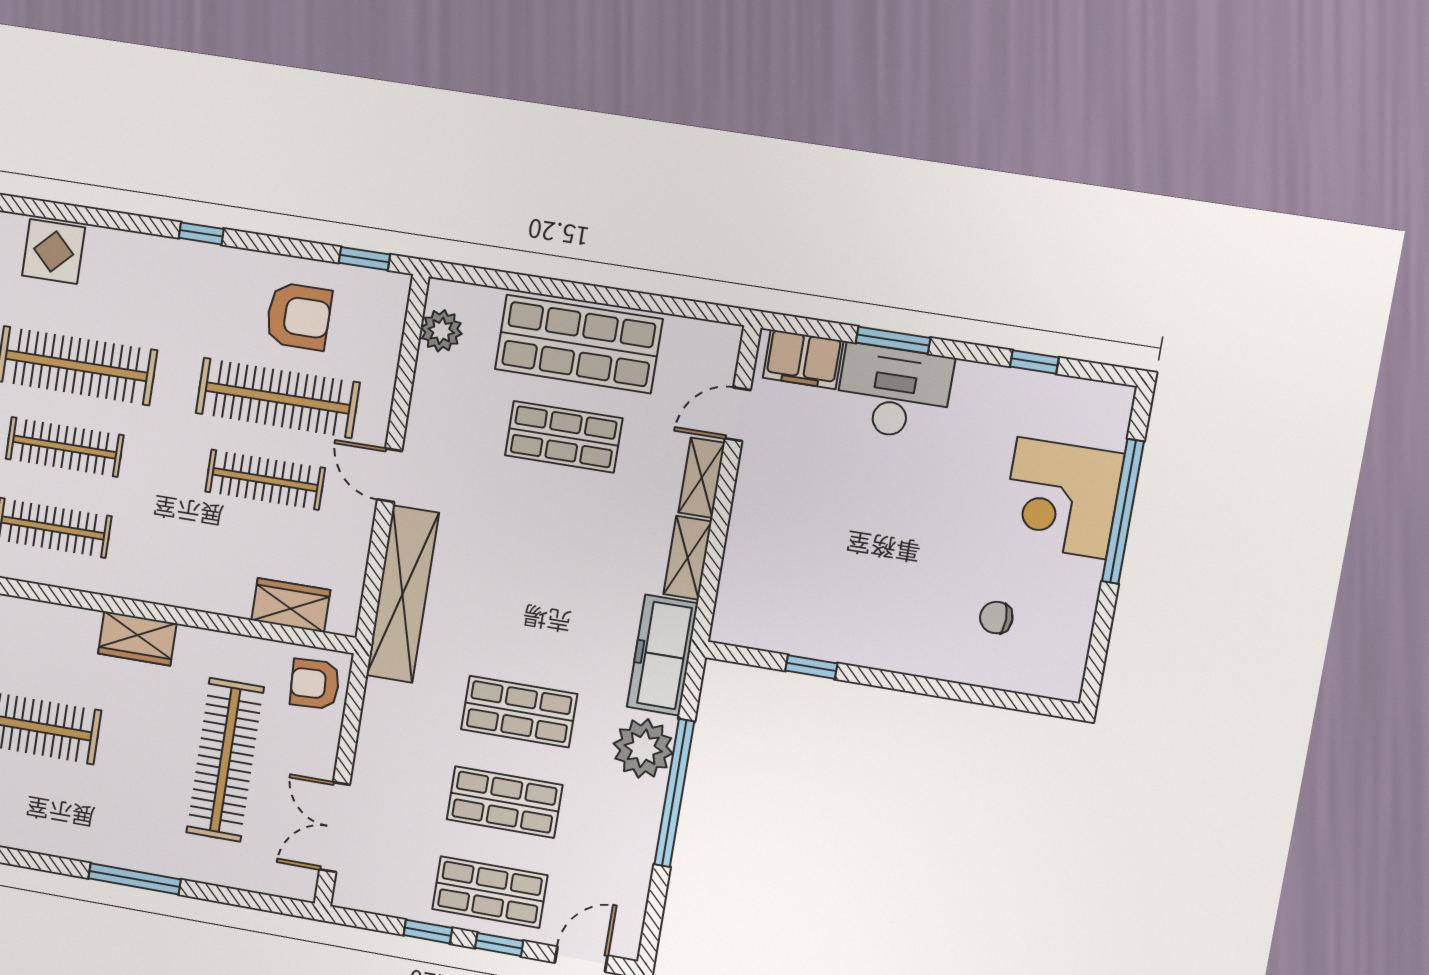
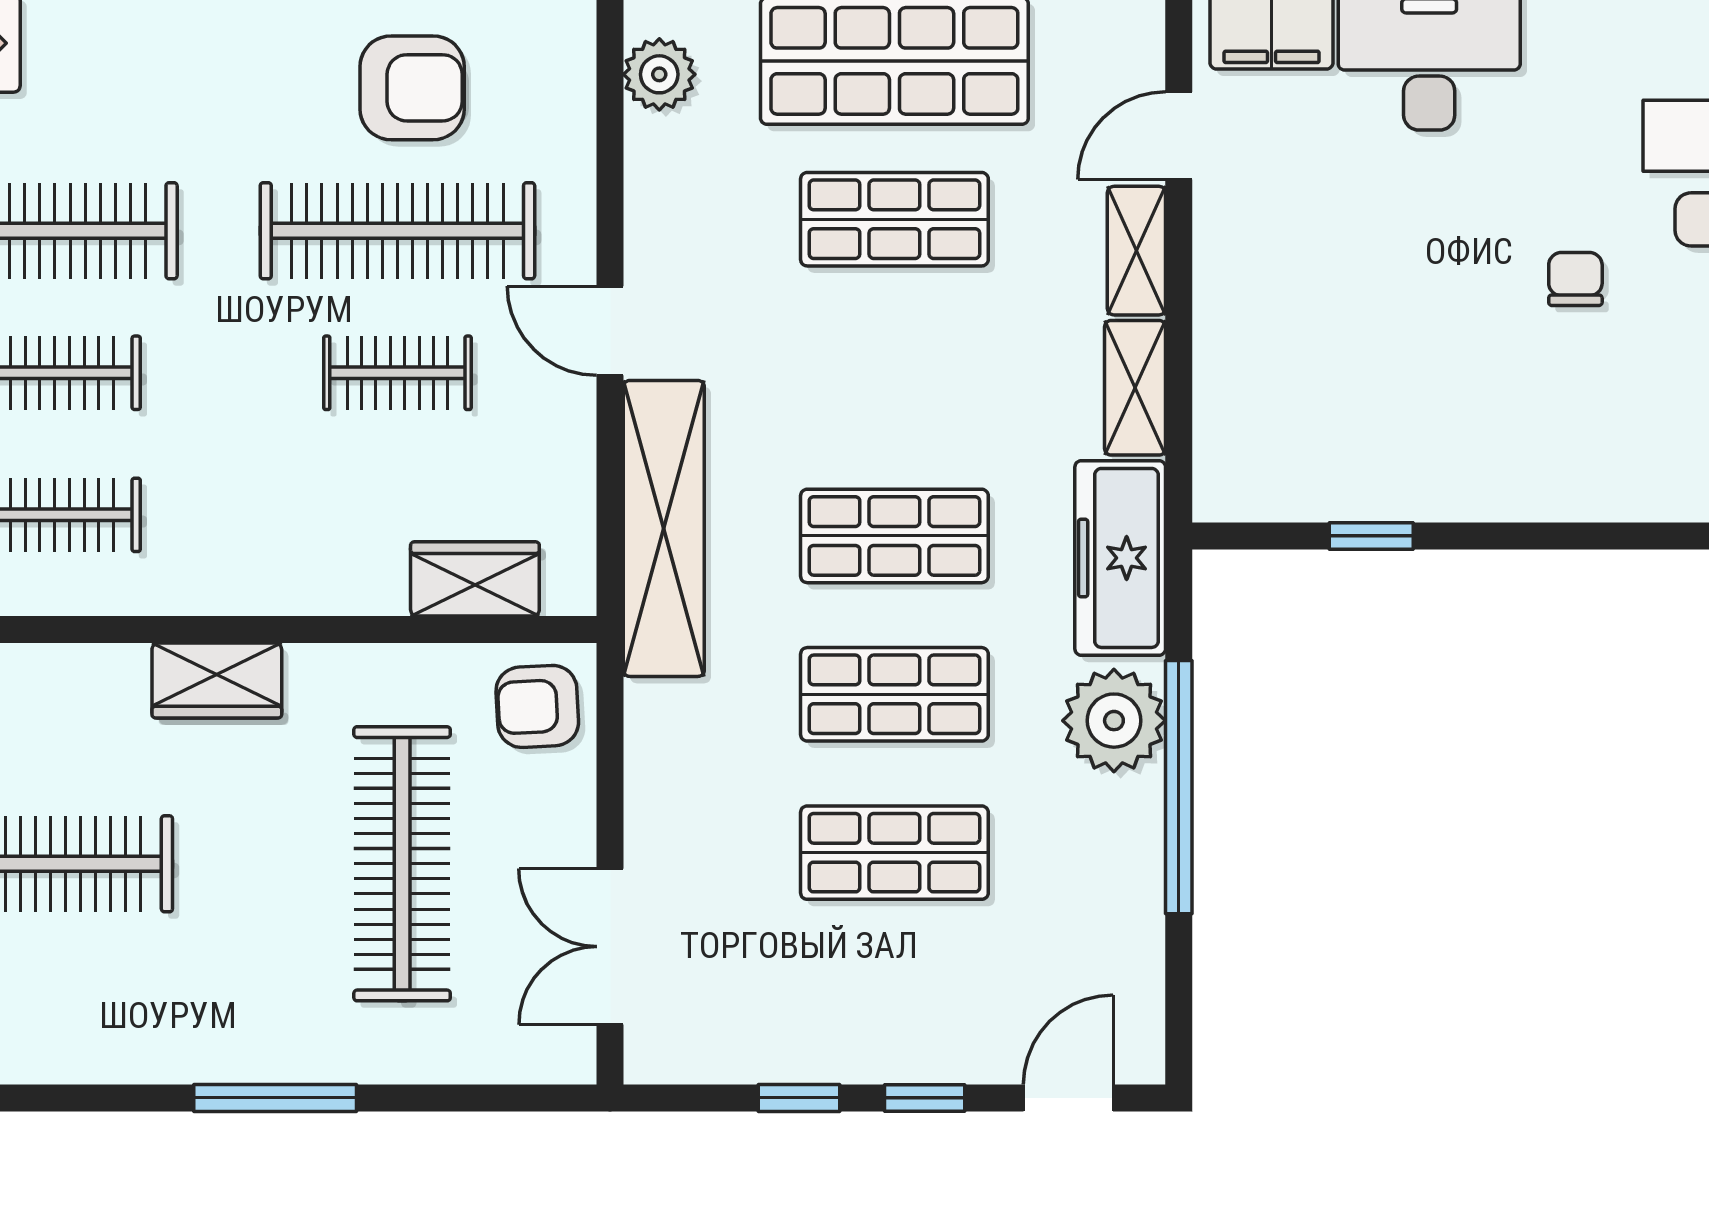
clothes rail: (265, 480) -> (397, 373), width x0.73
chair: (996, 618) -> (1575, 279), moved, turned 90
shop shelf: (490, 892) -> (894, 536), moved

